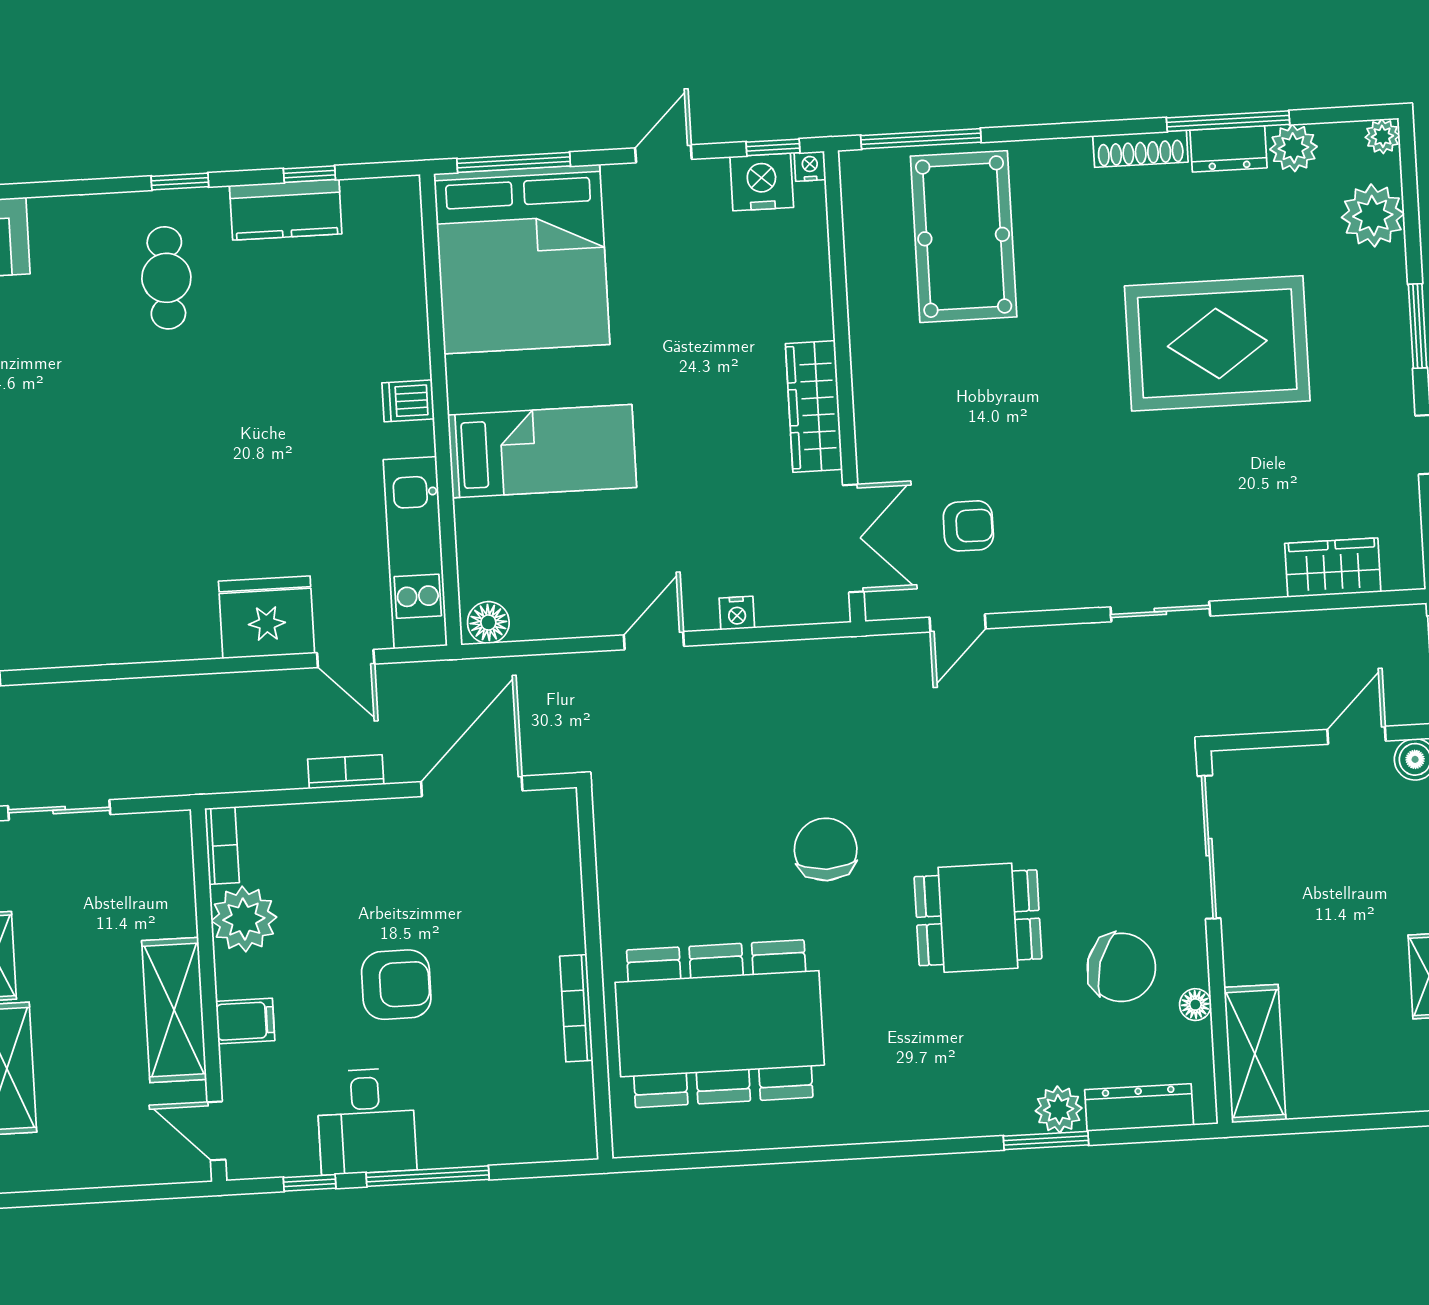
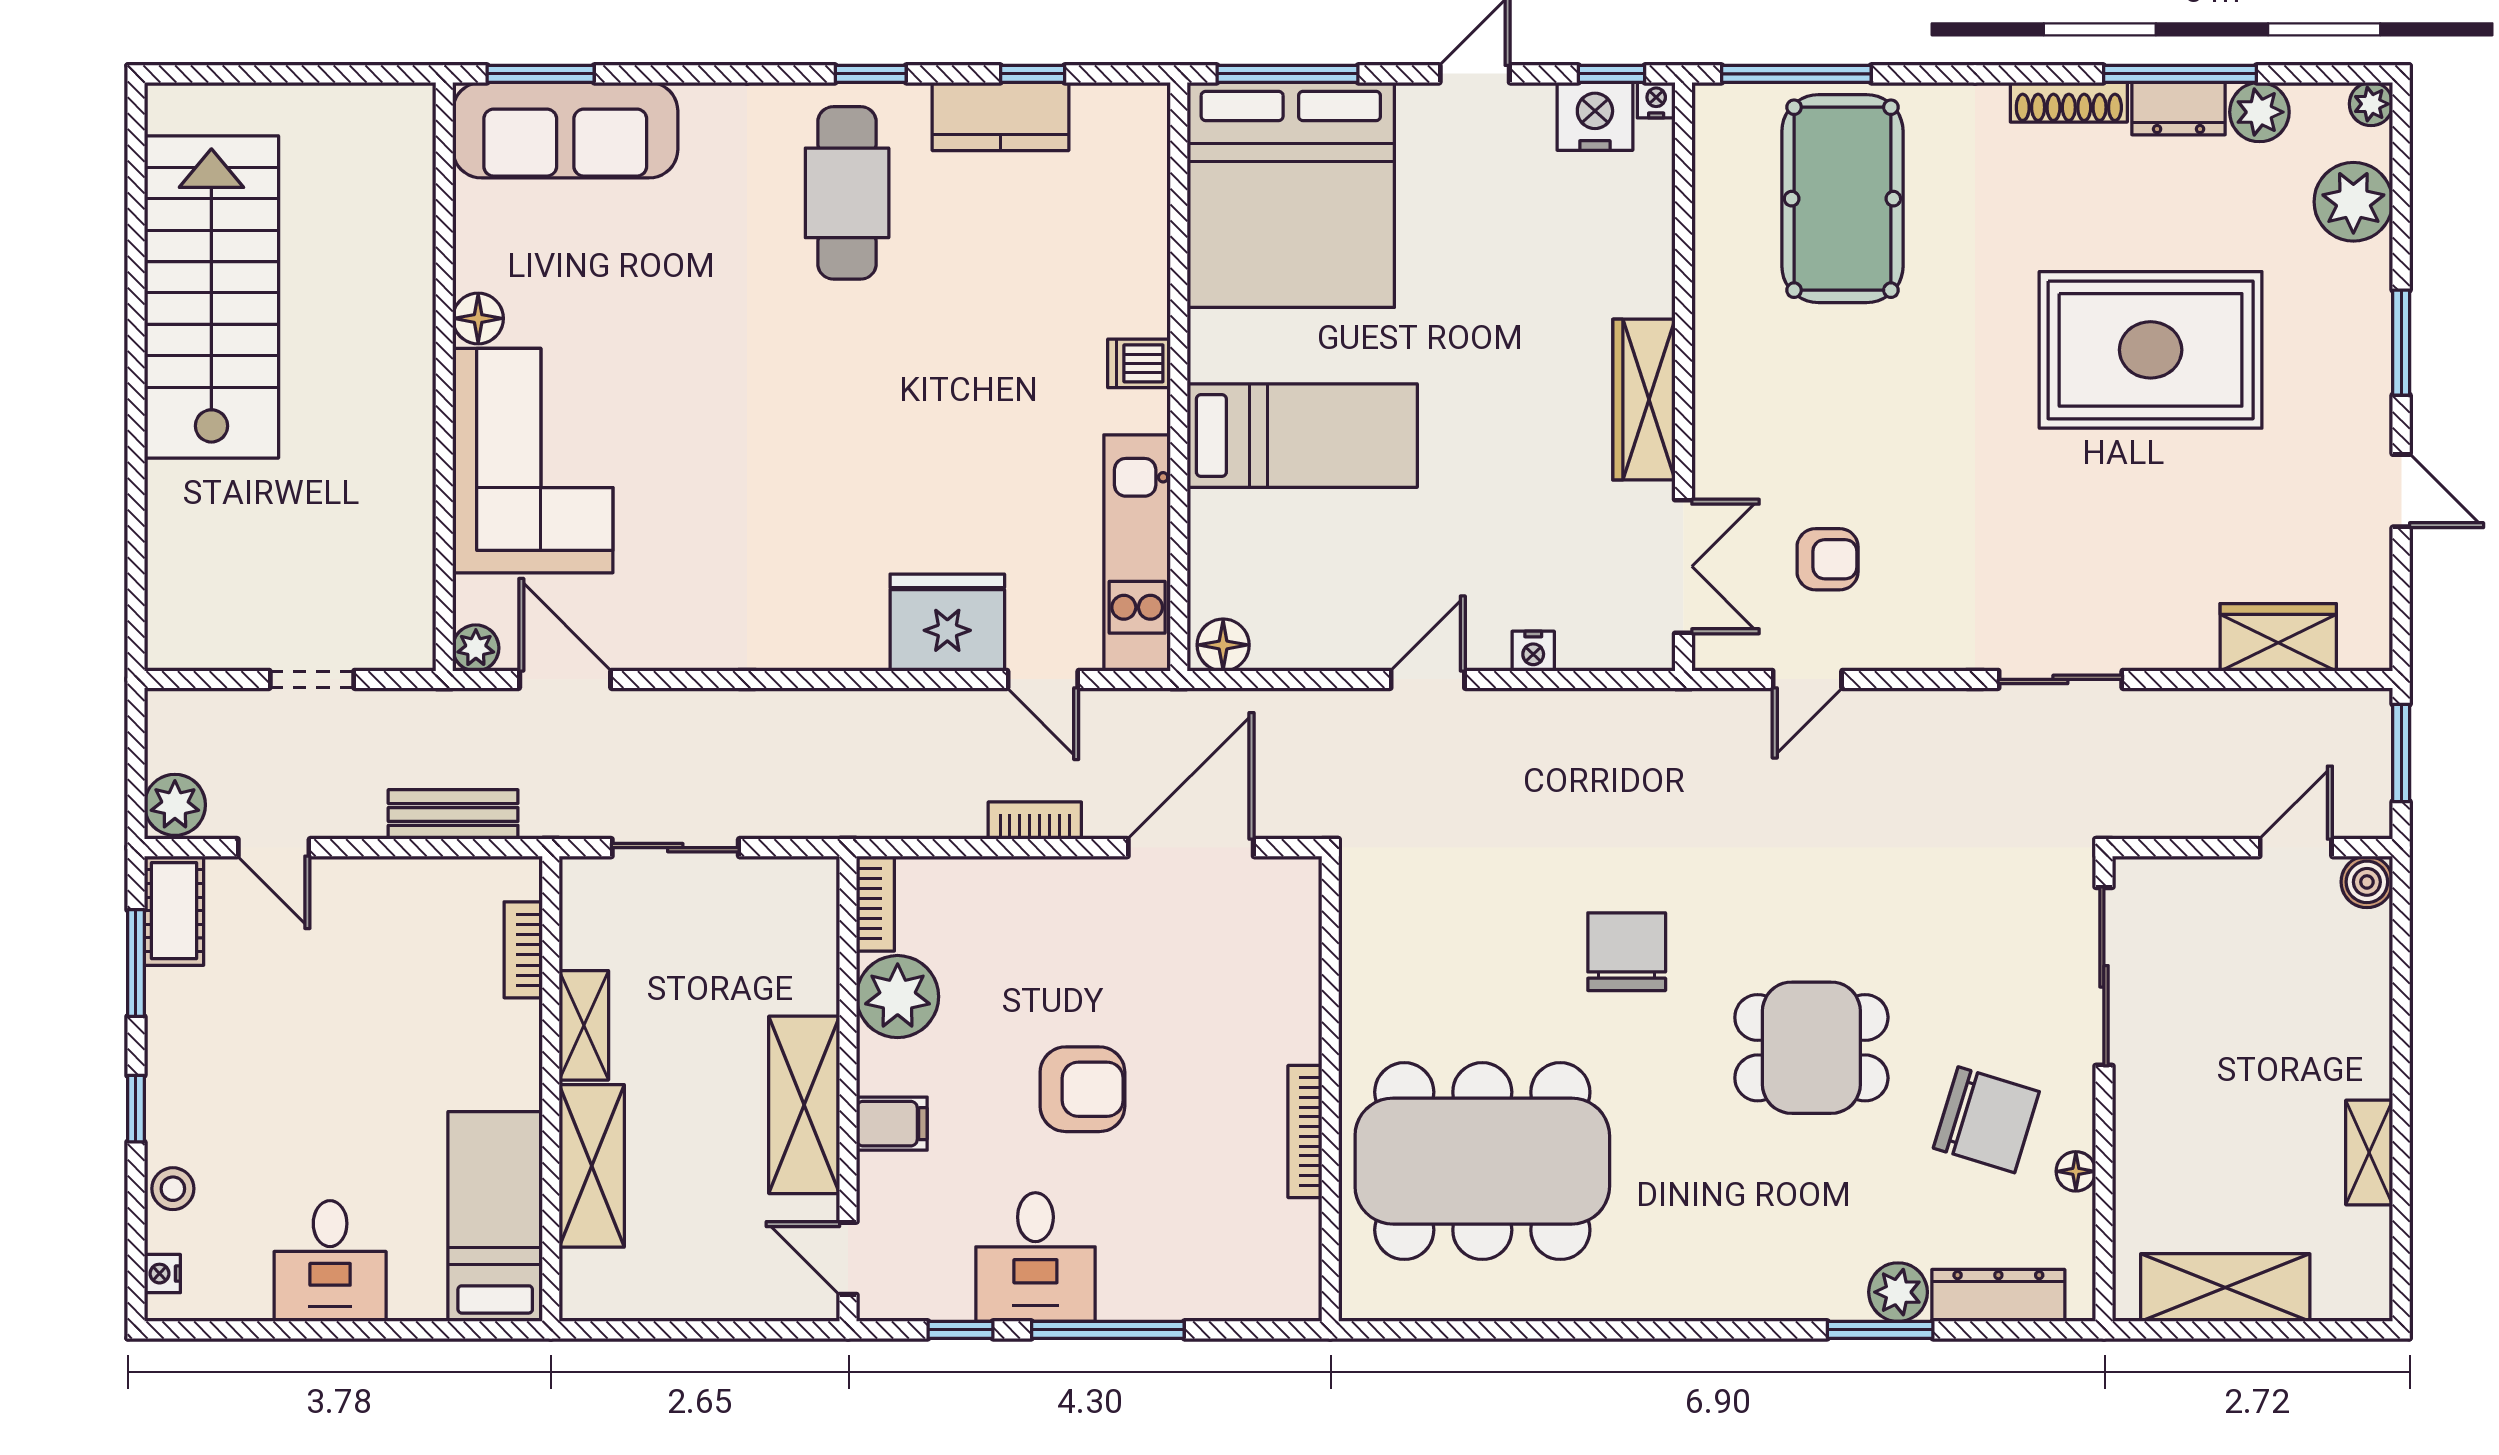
cafe table: (166, 278) -> (847, 193), width x1.37, depth x1.35
shelving: (1255, 1054) -> (2225, 1288), moved, turned 90

